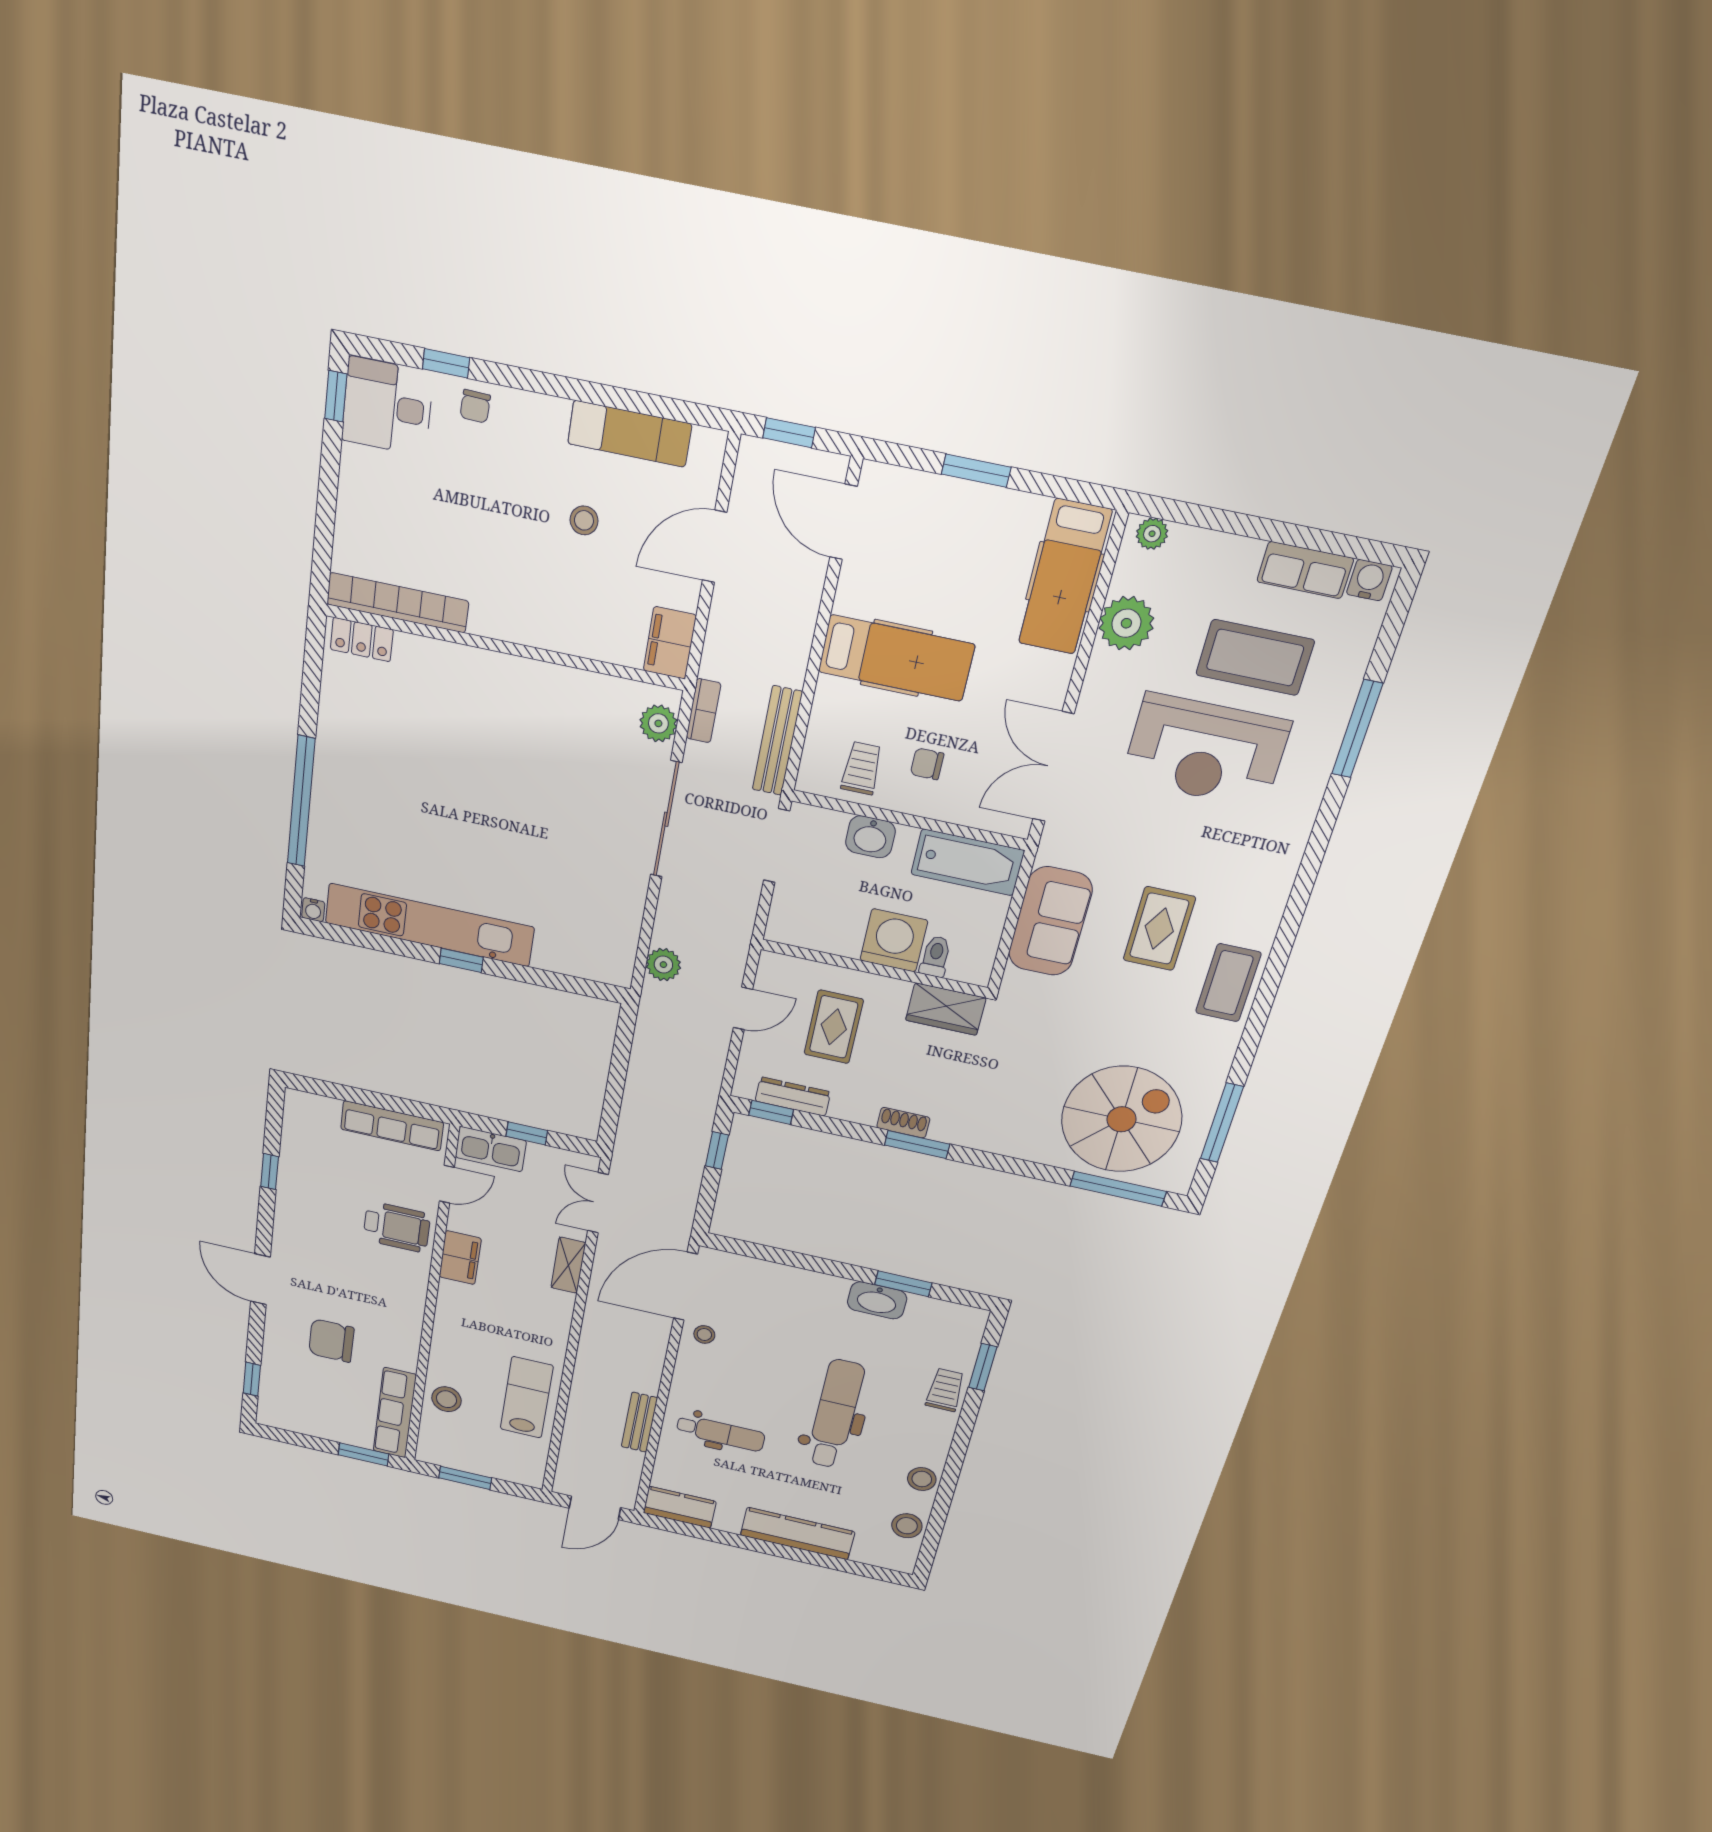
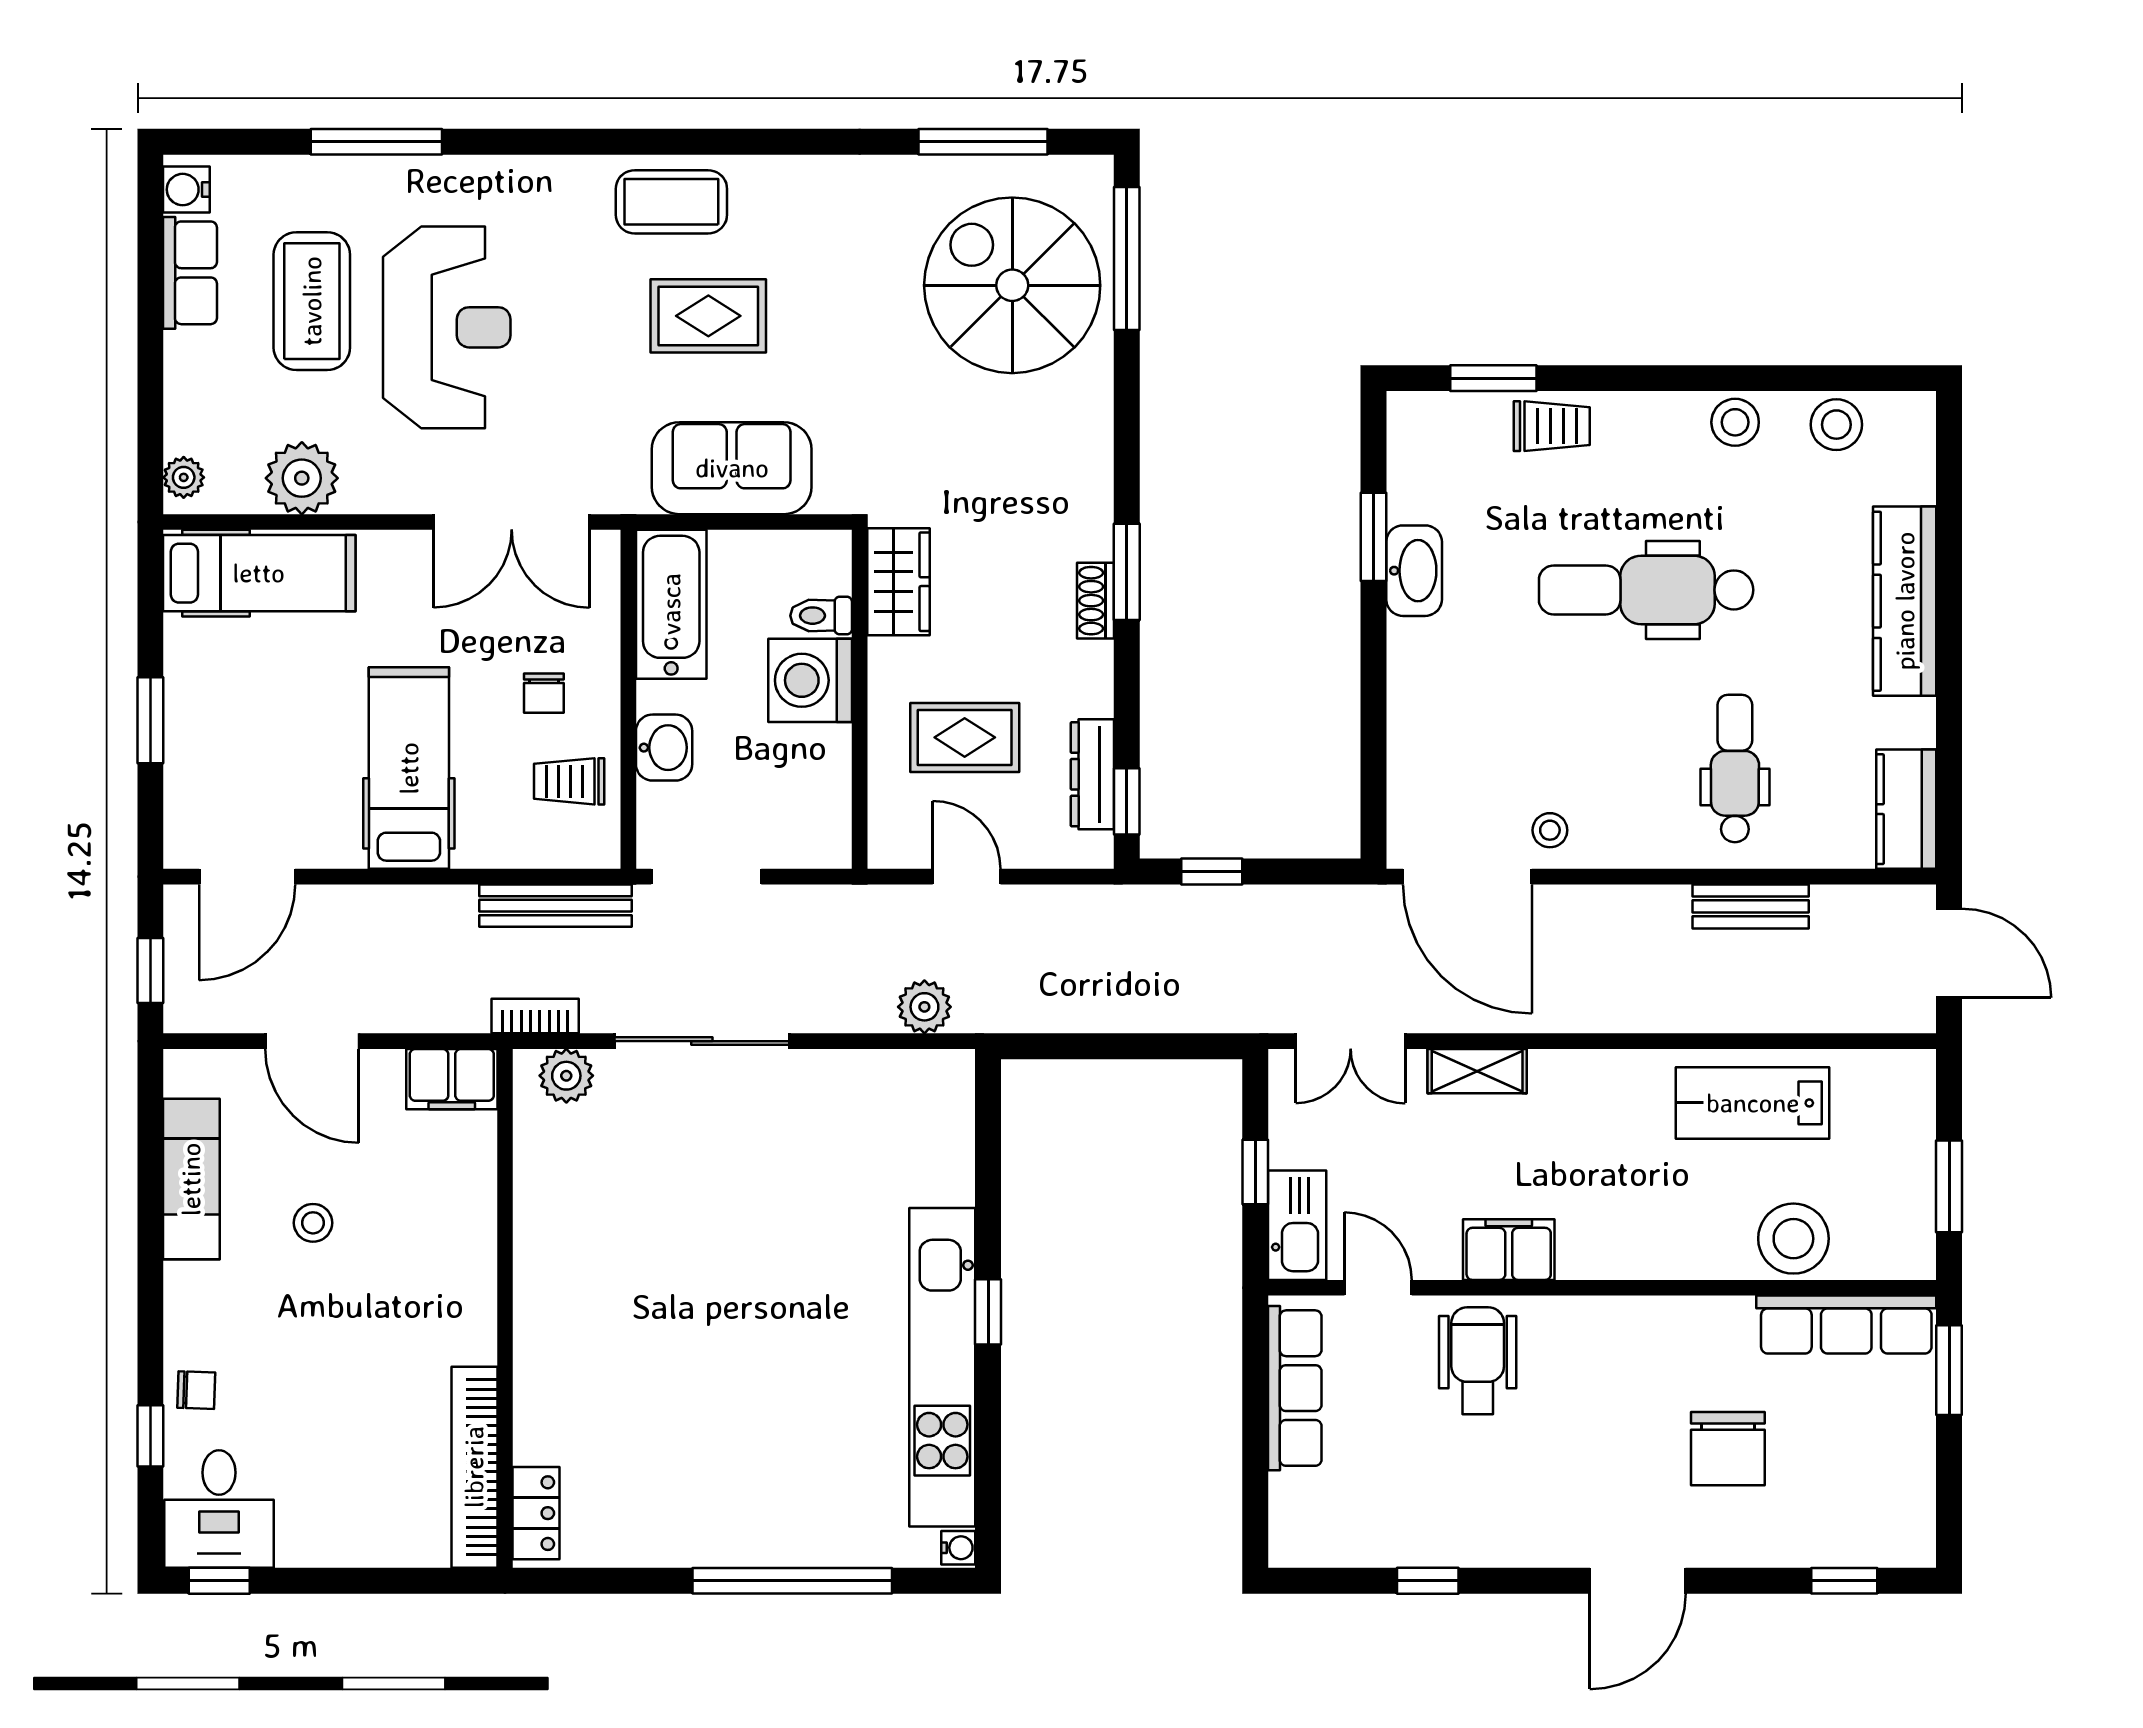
coffee table: (1228, 983) -> (671, 202), moved
trolley: (945, 1390) -> (1552, 426), turned 180
stool: (446, 1399) -> (1793, 1239), width x1.38, depth x1.38

